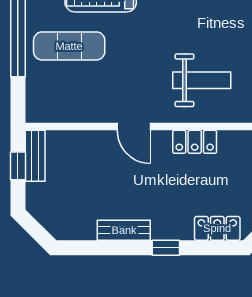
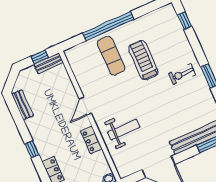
weight bench: (202, 80) -> (124, 130), turned -90
bench: (124, 230) -> (22, 105), moved

